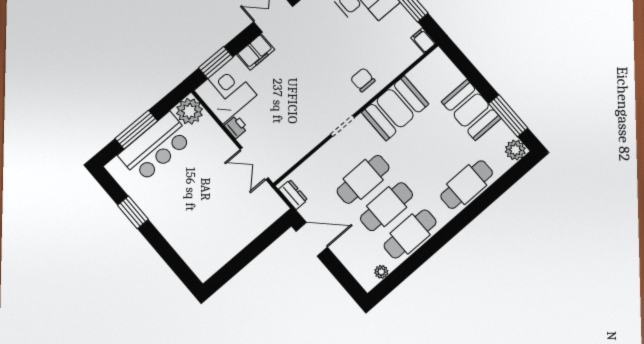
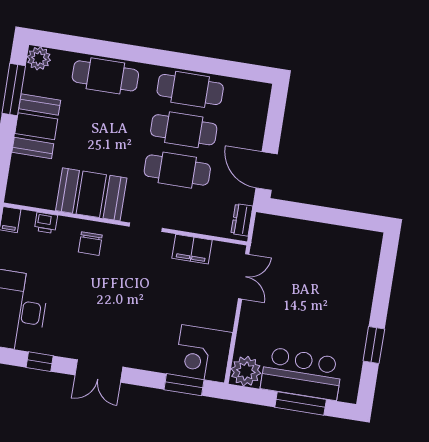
filing cabinet: (256, 52) -> (192, 249), moved, turned 180
printer: (236, 127) -> (46, 223), moved, turned -90
plant: (381, 272) -> (244, 87), removed

